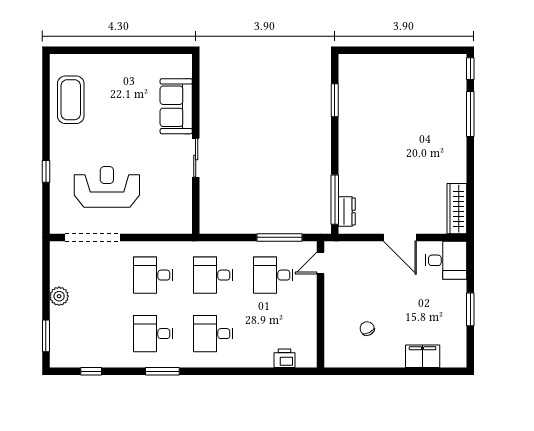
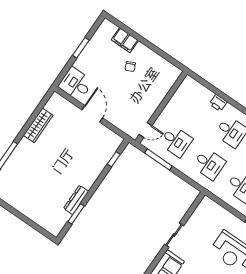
window: (335, 200) -> (114, 159), width x0.46
wardrobe: (457, 209) -> (38, 125), moved
dresser: (347, 211) -> (76, 200), moved, width x1.44
chair: (367, 329) -> (130, 67), moved
printer: (284, 358) -> (218, 103), moved

